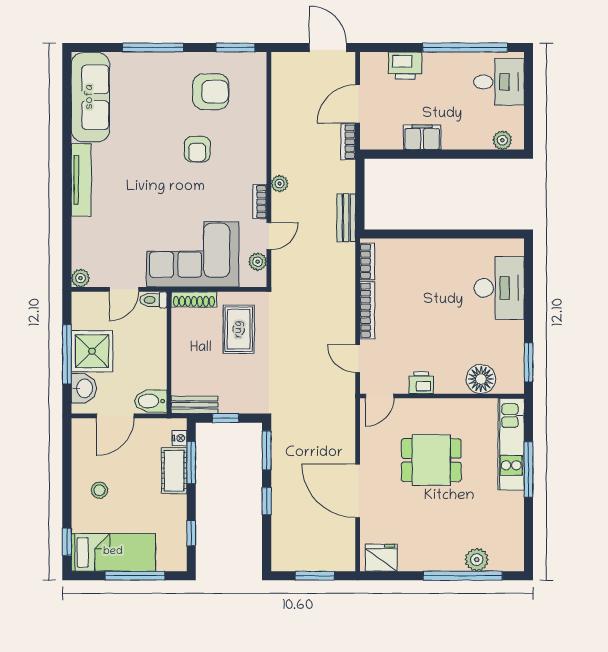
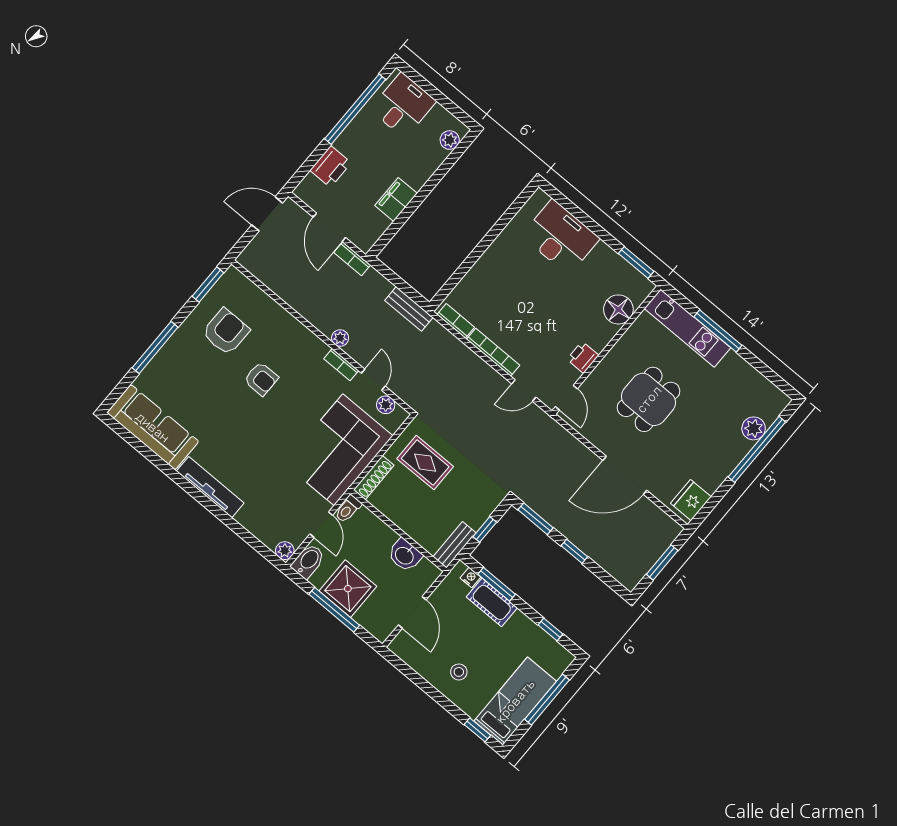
washbasin: (84, 388) -> (405, 555), moved, turned 180
bidet: (151, 401) -> (308, 561), moved, turned 180

